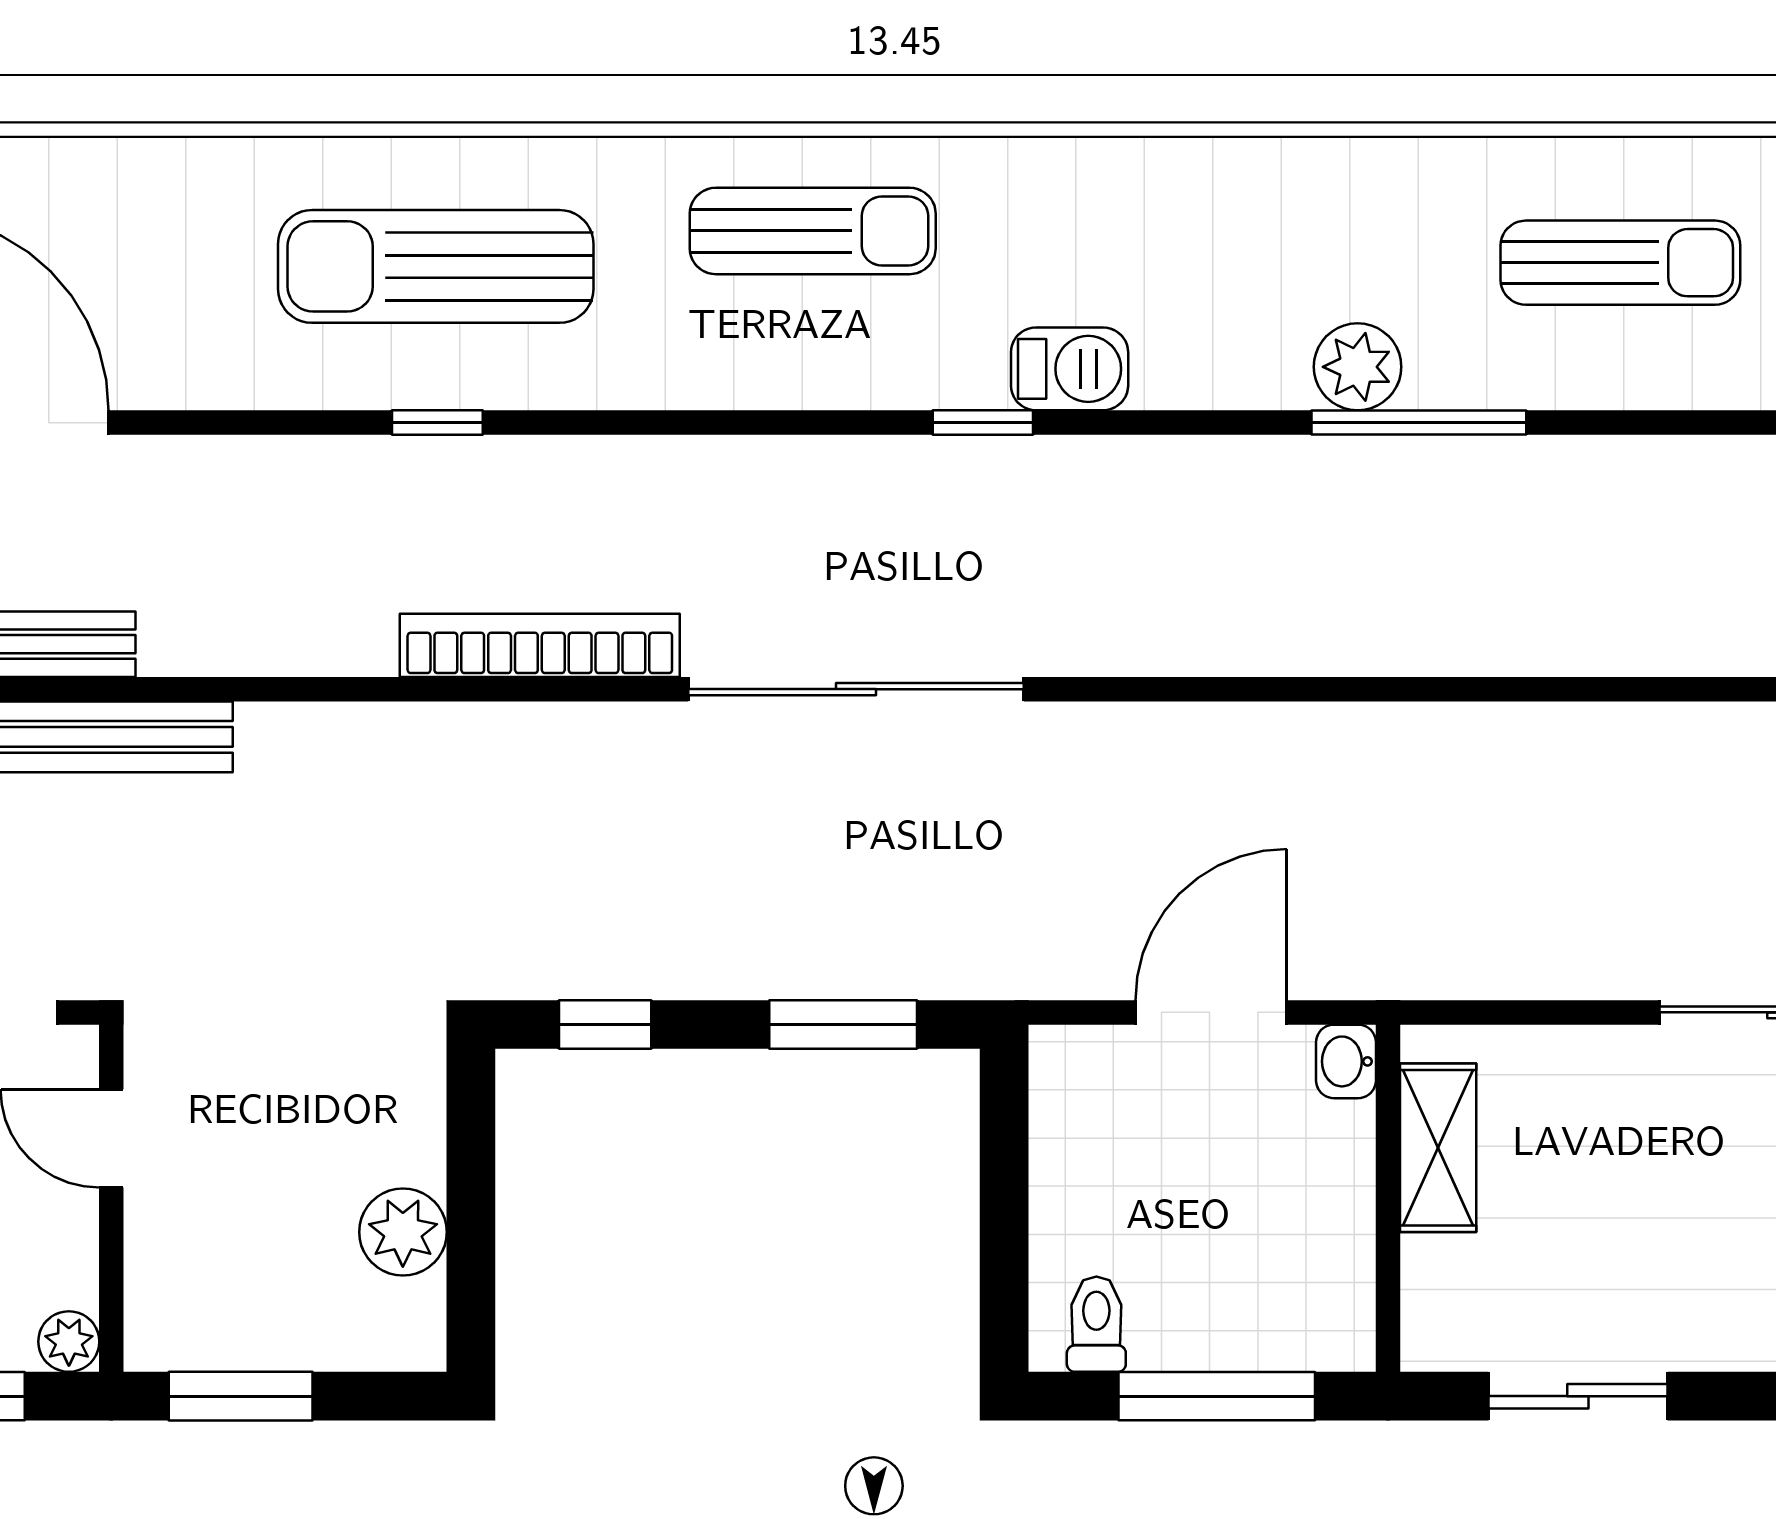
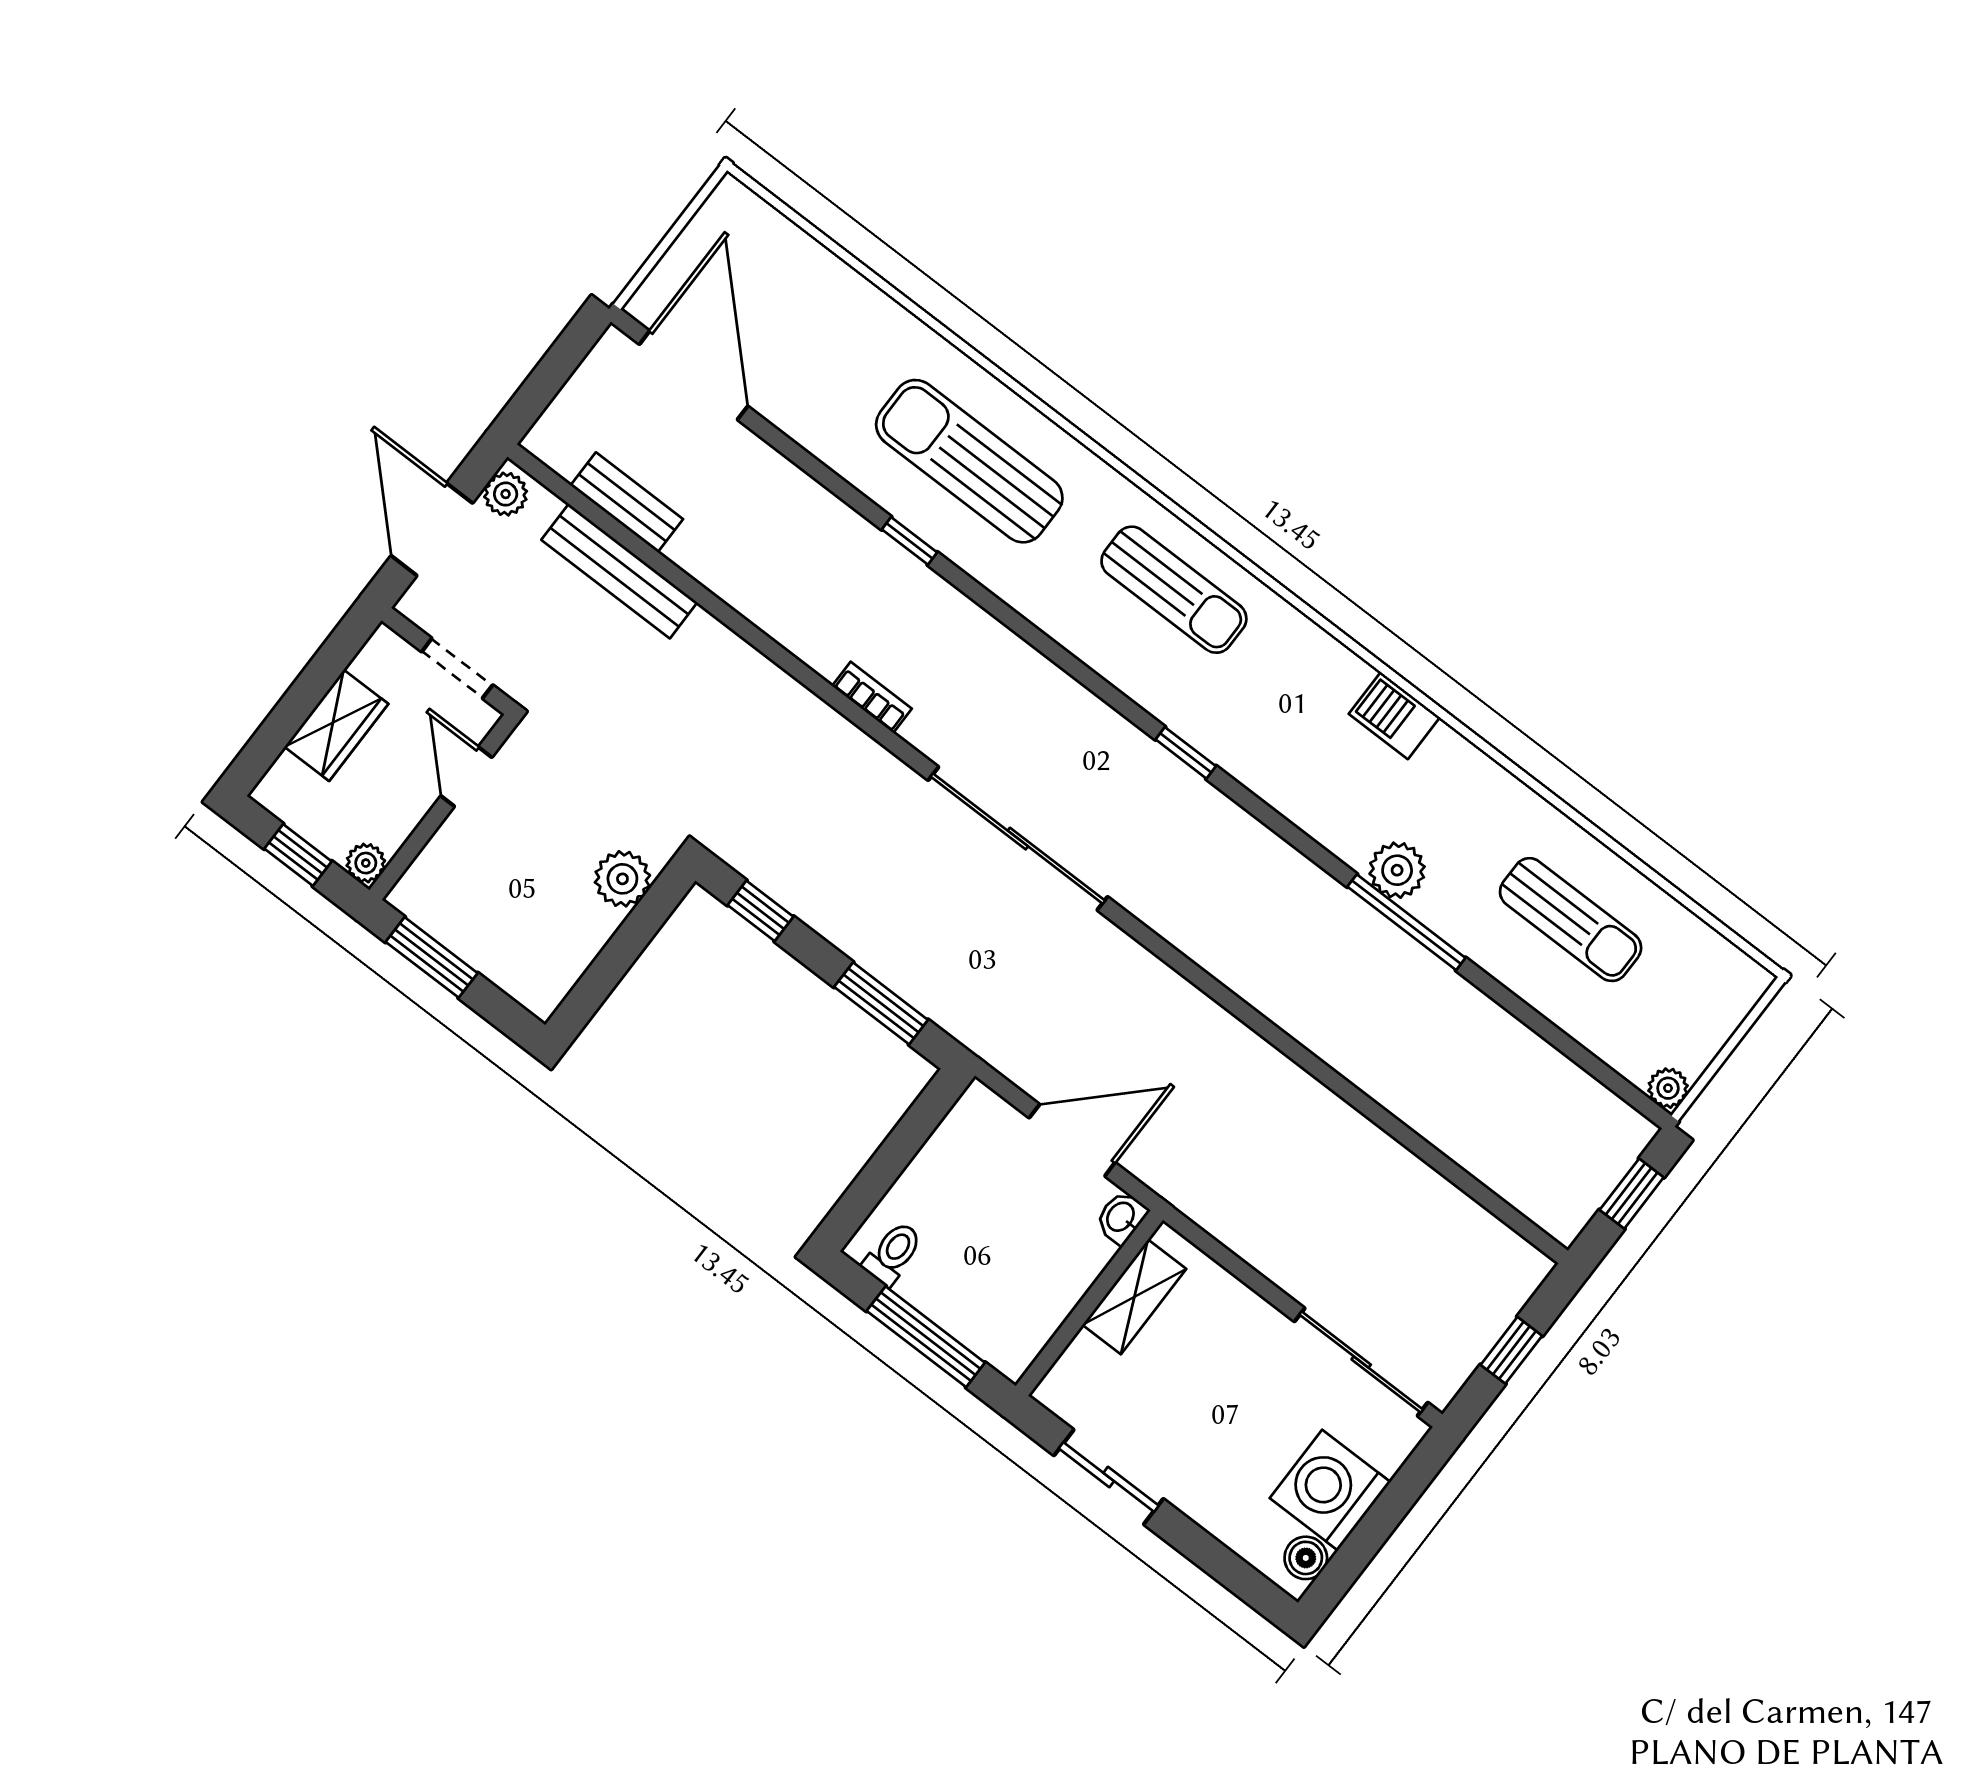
barbecue: (1070, 369) -> (1394, 716), moved, turned 180
bookcase: (540, 645) -> (872, 697), width x0.43, depth x0.76
plant: (403, 1232) -> (622, 879), moved

